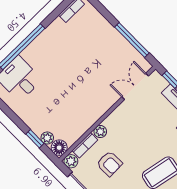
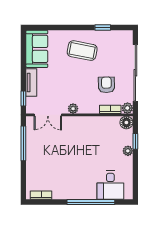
plant: (100, 132) -> (73, 109), moved
plant: (47, 138) -> (128, 151), moved

